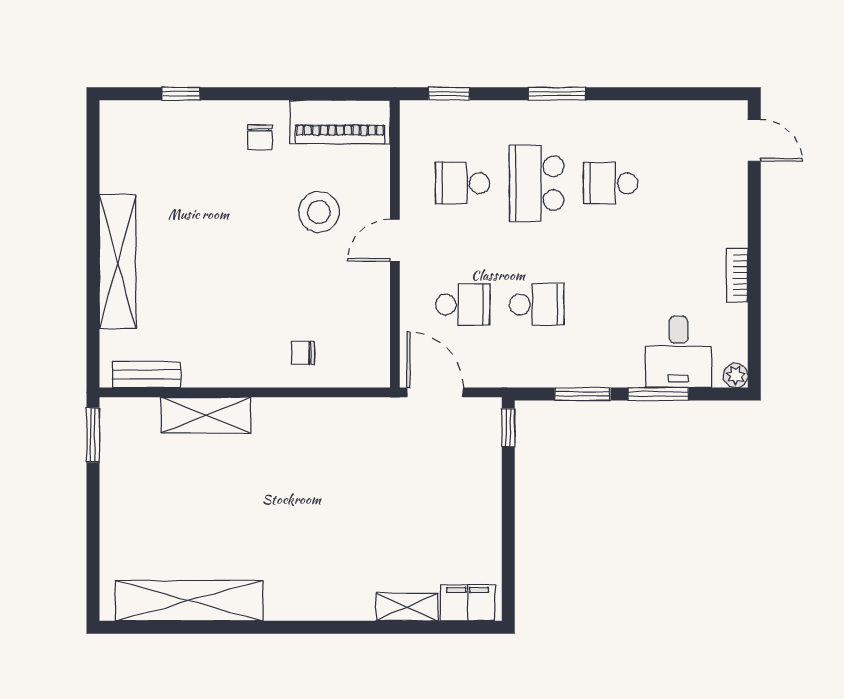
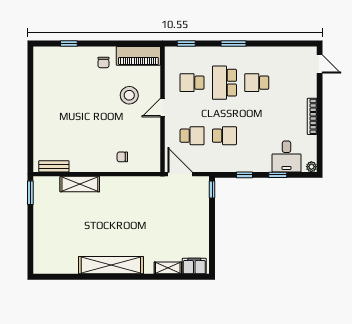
shelving: (118, 261) -> (41, 117), removed
bookcase: (737, 275) -> (312, 116), width x1.56
window: (583, 394) -> (245, 175), width x0.67
window: (658, 394) -> (278, 175), width x0.67
shelving: (189, 601) -> (111, 265), moved

